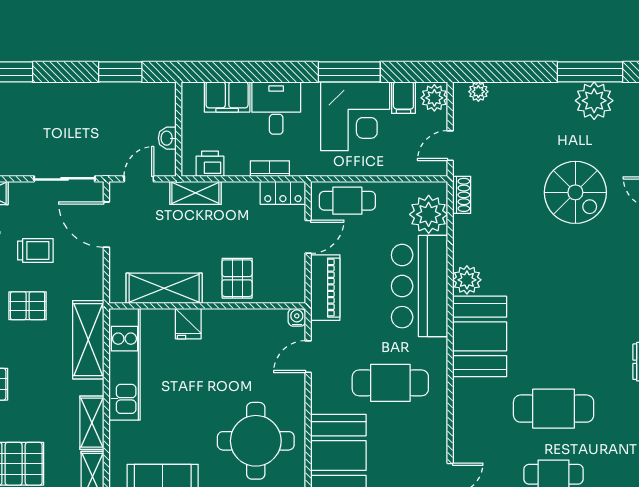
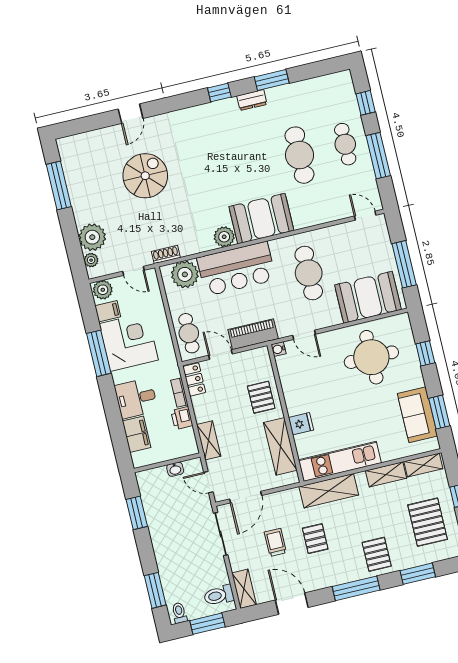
plant: (594, 101) -> (92, 237), moved
printer: (210, 164) -> (182, 418), moved
pallet: (237, 278) -> (261, 397), turned 90

